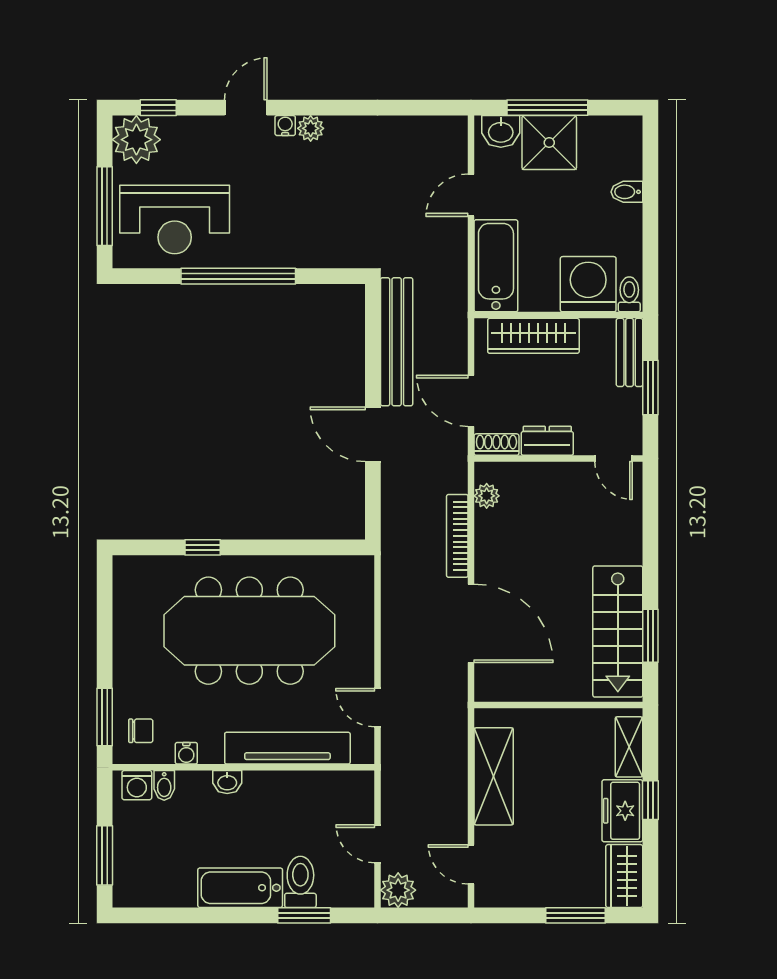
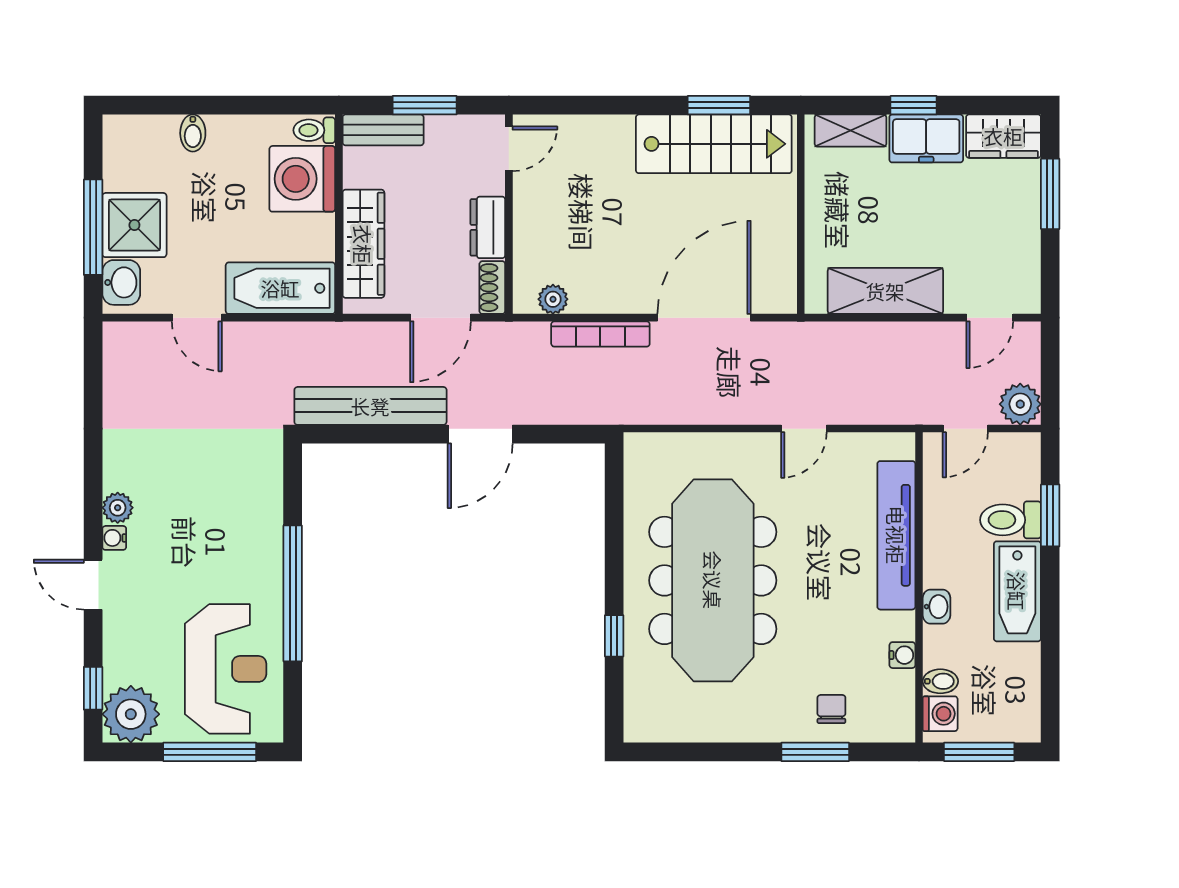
tv unit: (287, 748) -> (896, 535), moved
water cooler: (186, 753) -> (902, 655), moved
wall: (243, 767) -> (919, 587), moved
washbasin: (227, 782) -> (936, 607), moved
washing machine: (137, 785) -> (940, 714), moved
bidet: (164, 785) -> (940, 681), moved

